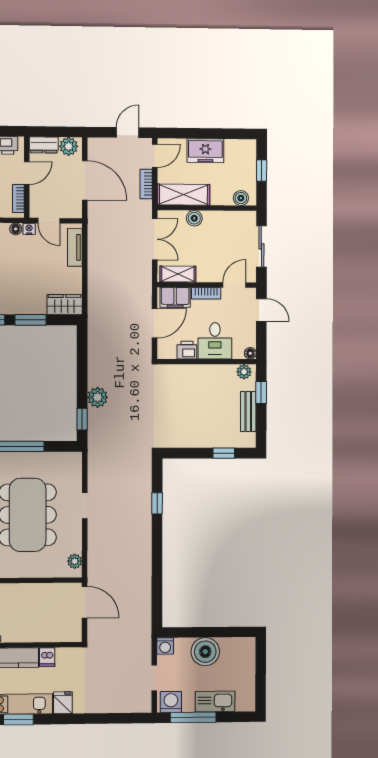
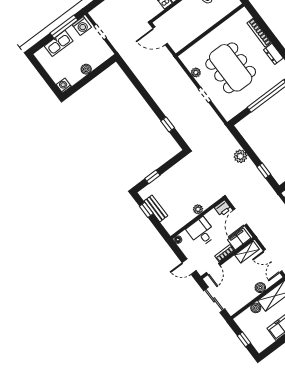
boiler: (241, 198) -> (256, 308), moved
printer: (187, 350) -> (223, 208), moved
plant: (244, 372) -> (198, 209), moved
window: (261, 392) -> (146, 210), moved
window: (82, 419) -> (264, 171), moved
plant: (75, 561) -> (196, 72), moved
door: (85, 602) -> (160, 36), moved
washing machine: (165, 646) -> (64, 86), moved
boiler: (205, 652) -> (86, 69), width x0.54, depth x0.54

